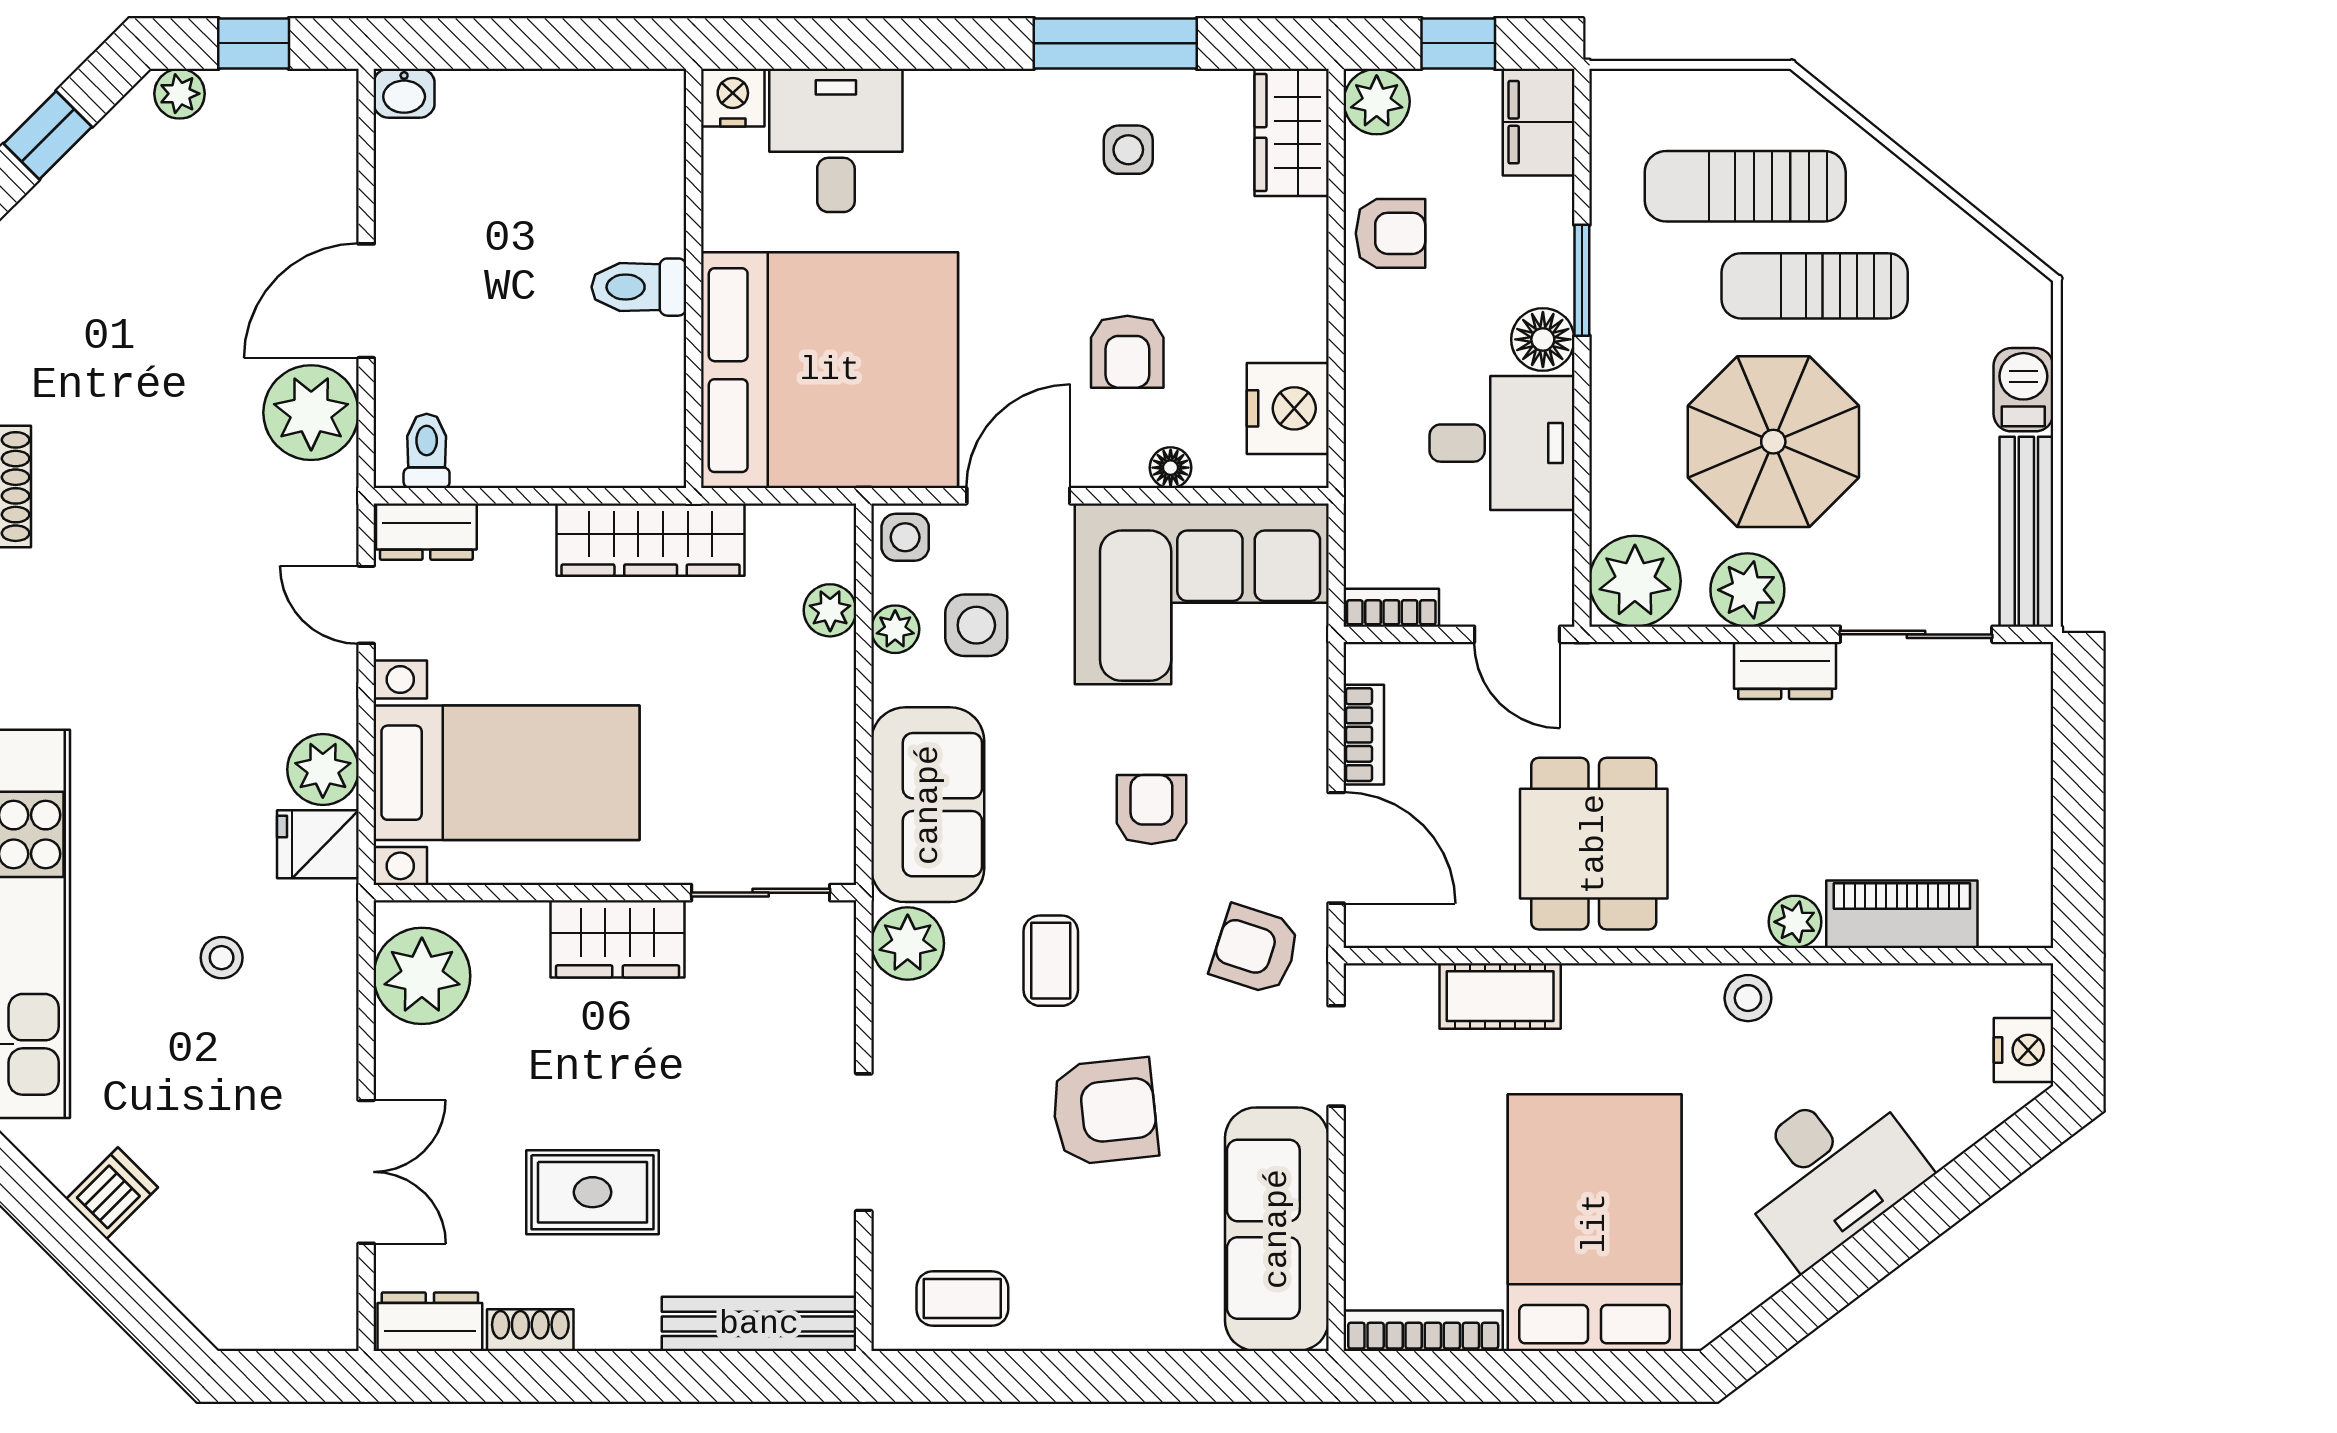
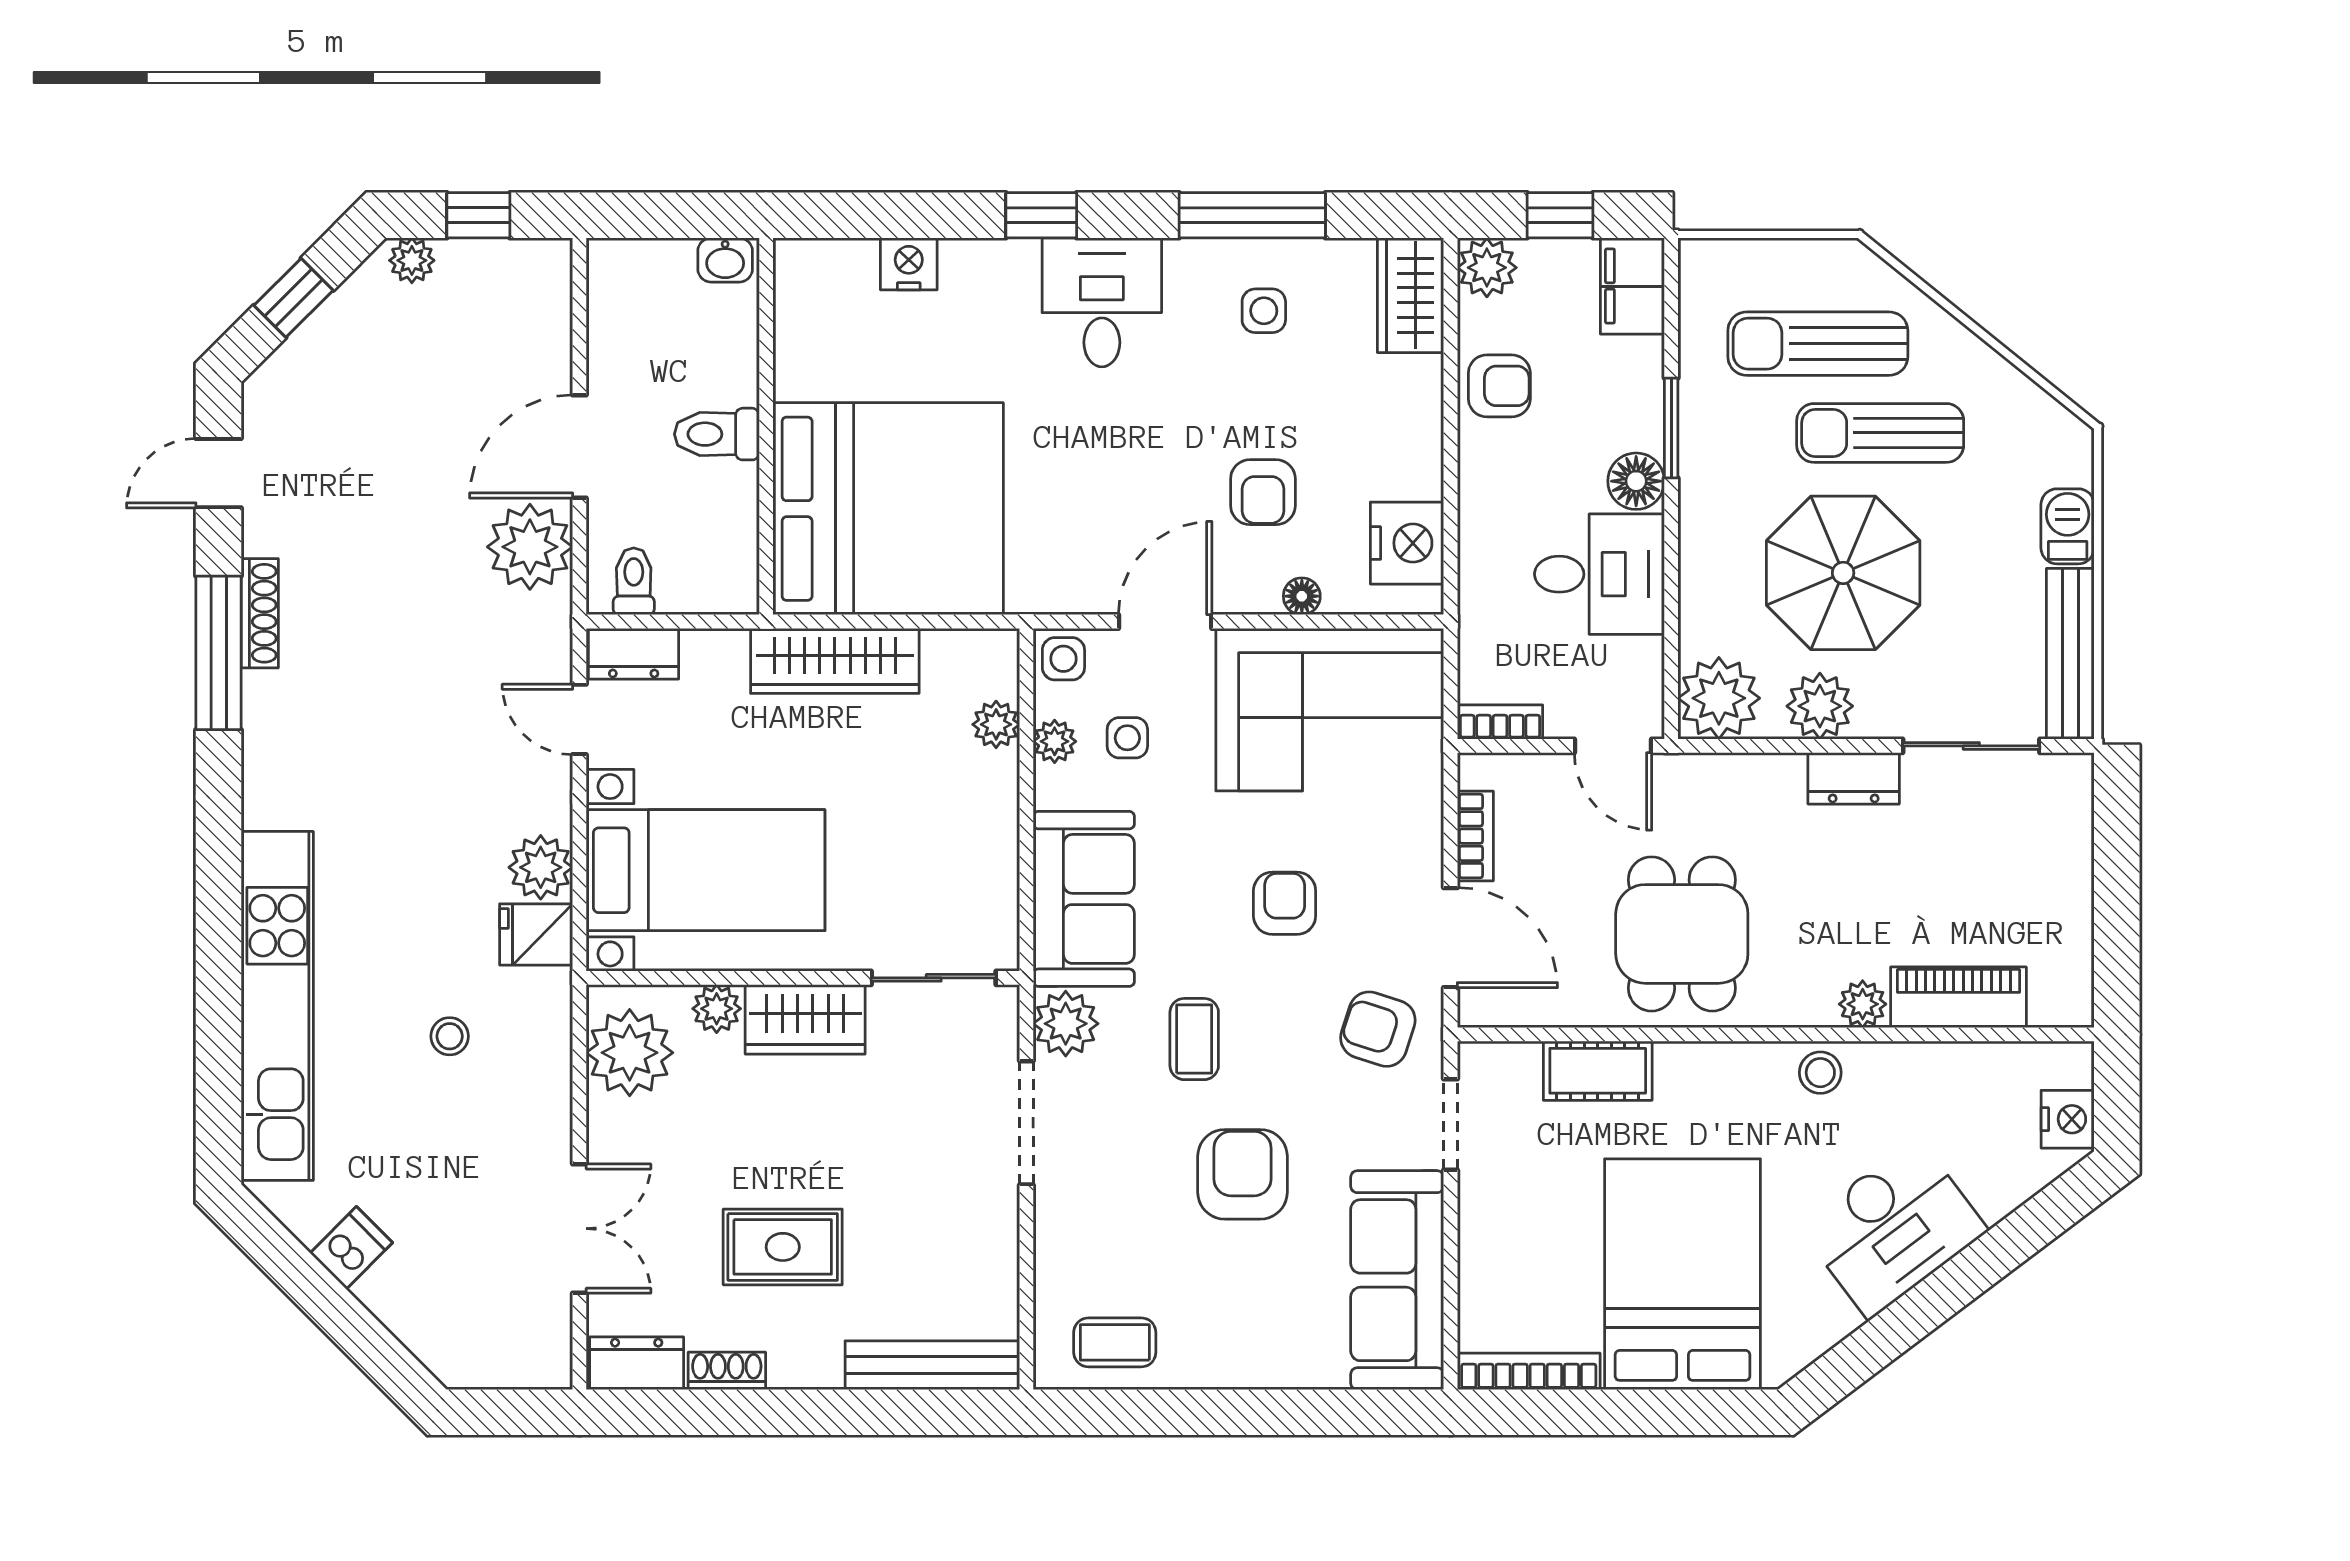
window: (880, 43) -> (1041, 215), added
washbasin: (404, 93) -> (725, 260), moved
desk: (836, 140) -> (1102, 302), moved
wall: (694, 278) -> (766, 426), moved
toilet: (639, 287) -> (717, 434), moved
bed: (830, 370) -> (888, 509), moved
side table: (976, 625) -> (1127, 738), width x0.73, depth x0.73
plant: (519, 927) -> (717, 1009), added
armchair: (1104, 1111) -> (1242, 1174), turned -84
doorway: (864, 1142) -> (1026, 1123), moved

